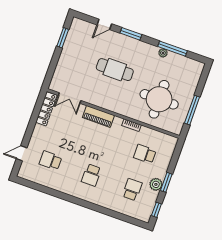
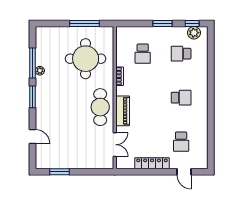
window: (131, 34) -> (33, 97), moved
cafe table: (115, 70) -> (100, 107), moved
locker: (46, 109) -> (152, 163), moved
plant: (156, 184) -> (194, 33), moved

